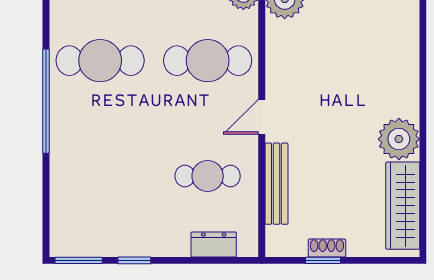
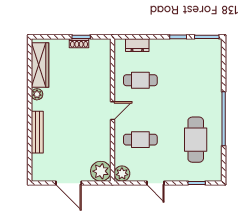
cafe table: (100, 61) -> (196, 140), turned 90
cafe table: (208, 61) -> (140, 140), width x0.73, depth x0.74
plant: (399, 139) -> (37, 94), width x0.53, depth x0.53
bench: (276, 184) -> (37, 132), moved

